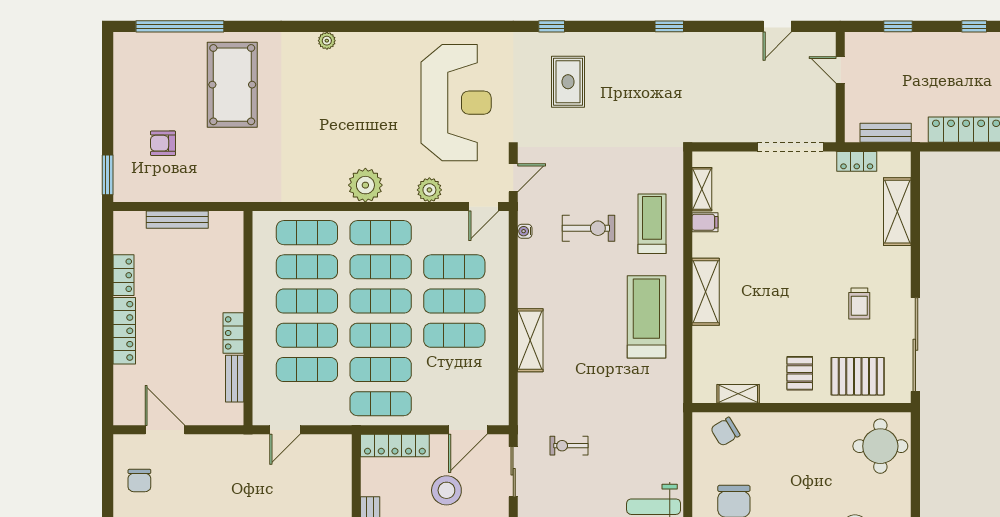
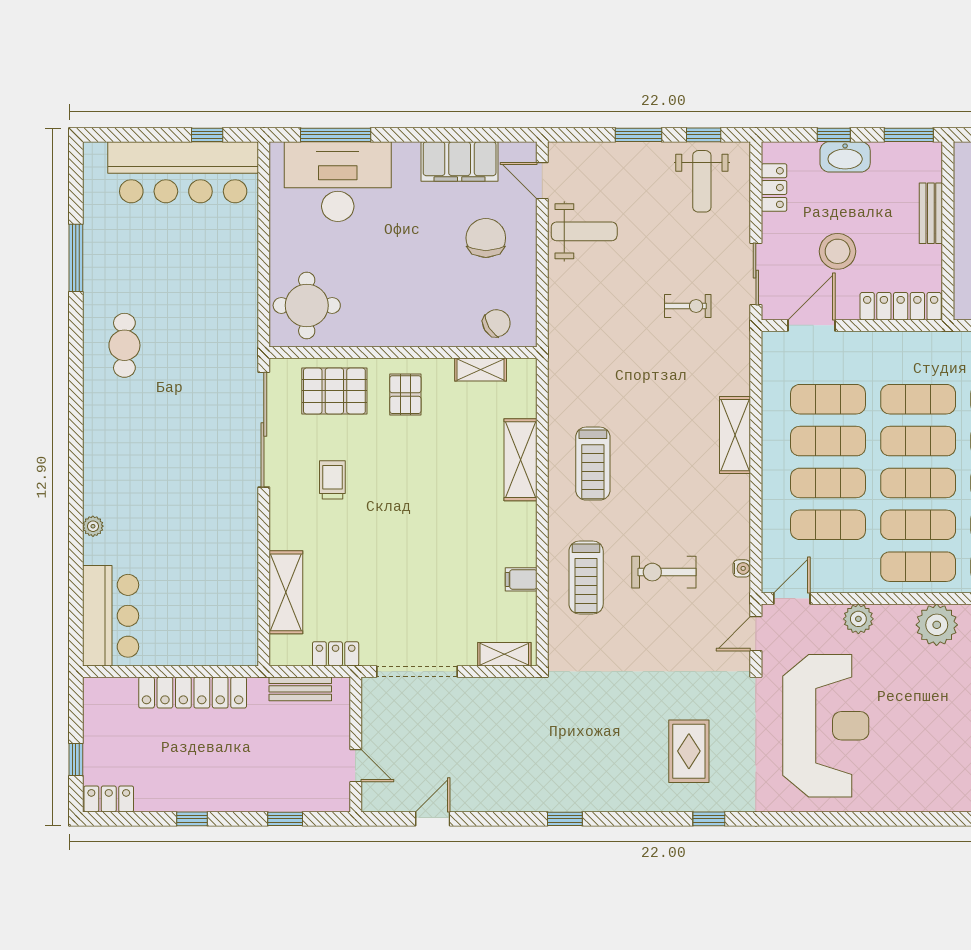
reception desk: (456, 103) -> (826, 726), turned 180
shelving: (702, 189) -> (504, 654), moved, turned 90
shelving: (706, 292) -> (520, 460), moved
treadmill: (646, 317) -> (593, 464), width x0.73, depth x0.73
exercise mat: (381, 404) -> (828, 399), moved

